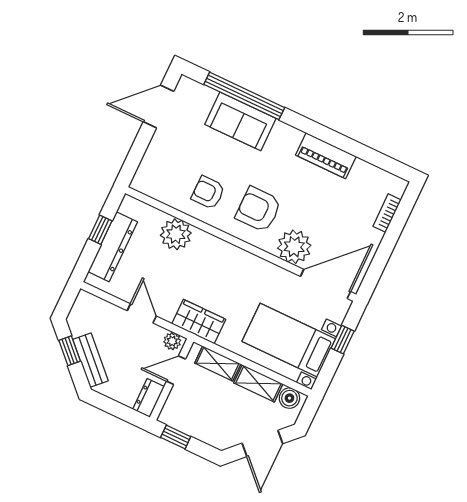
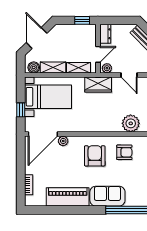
sofa: (240, 121) -> (107, 196), moved
piano: (326, 156) -> (68, 197), width x1.37, depth x1.33
armchair: (258, 209) -> (95, 156), turned -90
plant: (294, 247) -> (63, 141), width x0.53, depth x0.53

